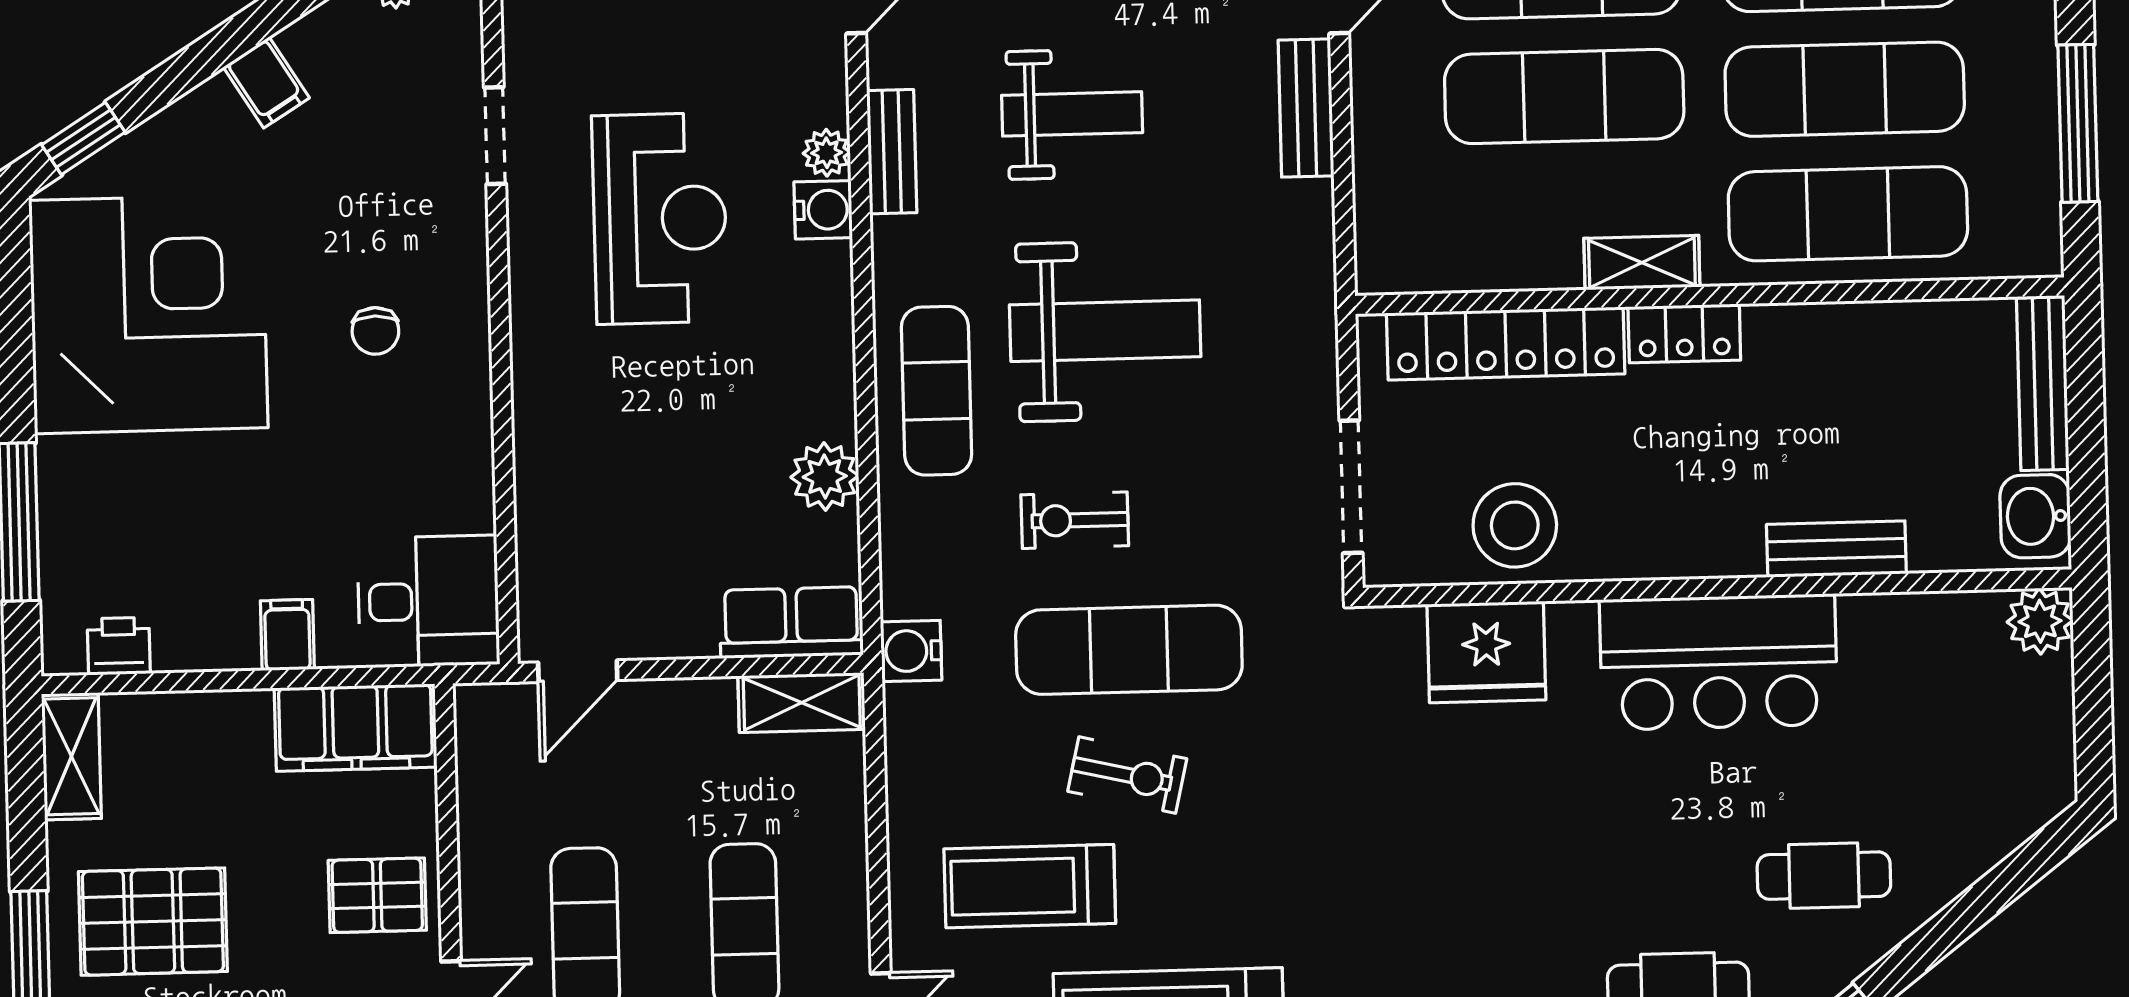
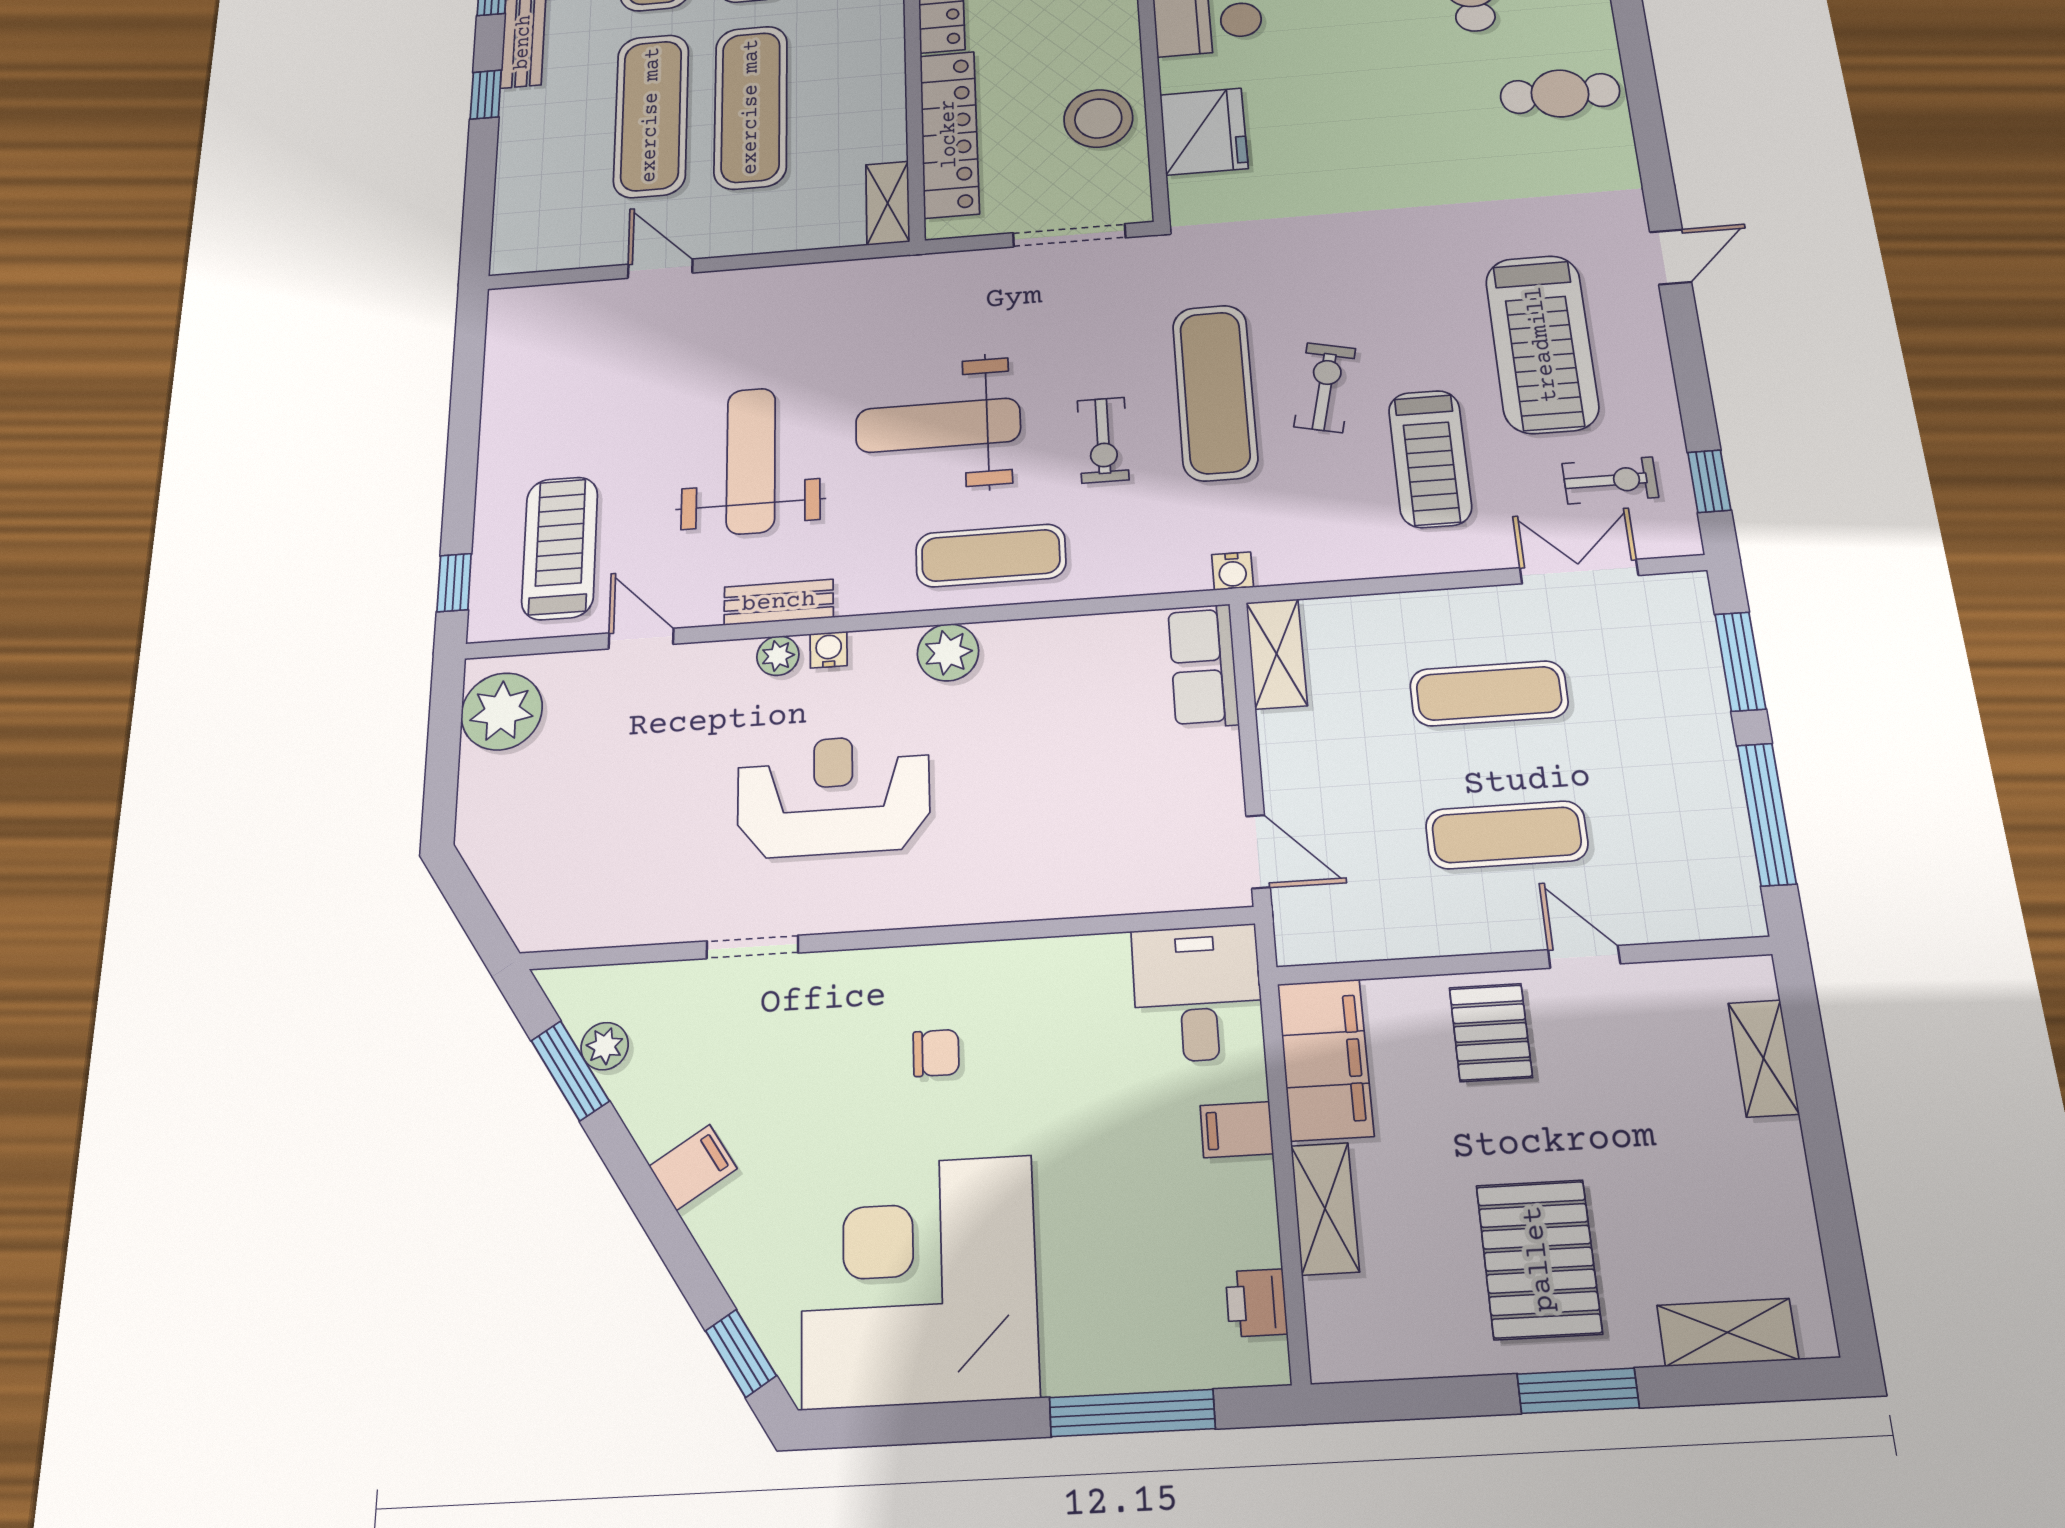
bench: (1306, 108) -> (753, 286), removed
weight bench: (1072, 114) -> (751, 461), width x1.36, depth x1.33
water cooler: (823, 210) -> (829, 650), width x0.72, depth x0.72
shelving: (1642, 263) -> (888, 203), moved
weight bench: (1105, 331) -> (938, 425), turned -90
plant: (825, 476) -> (948, 652), moved
water cooler: (911, 651) -> (1232, 571), width x0.72, depth x0.72
shelving: (71, 756) -> (1325, 1208), moved, turned 90

